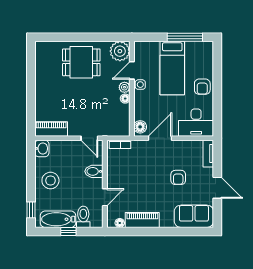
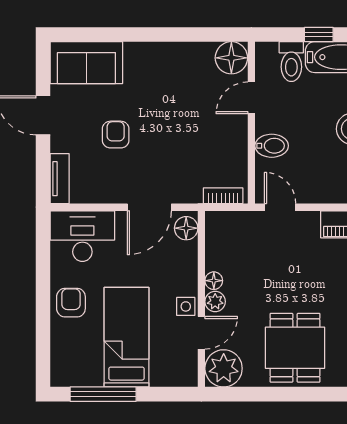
dining table: (81, 62) -> (295, 348), turned 90
piano: (142, 220) -> (182, 56), removed
floor lamp: (120, 223) -> (231, 58), width x1.89, depth x1.89

